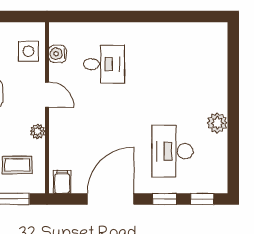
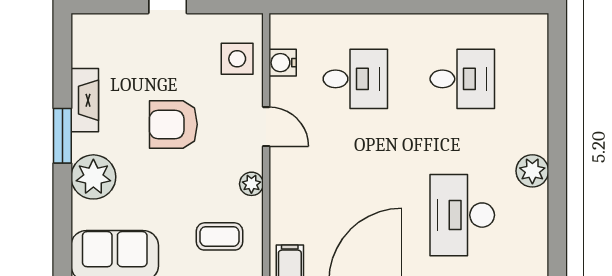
desk: (172, 64) -> (462, 79), added

